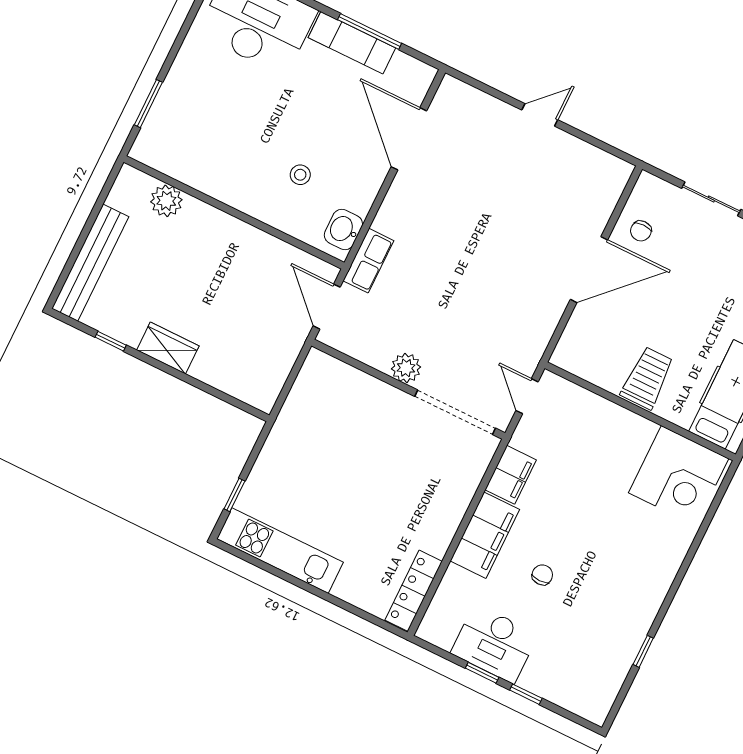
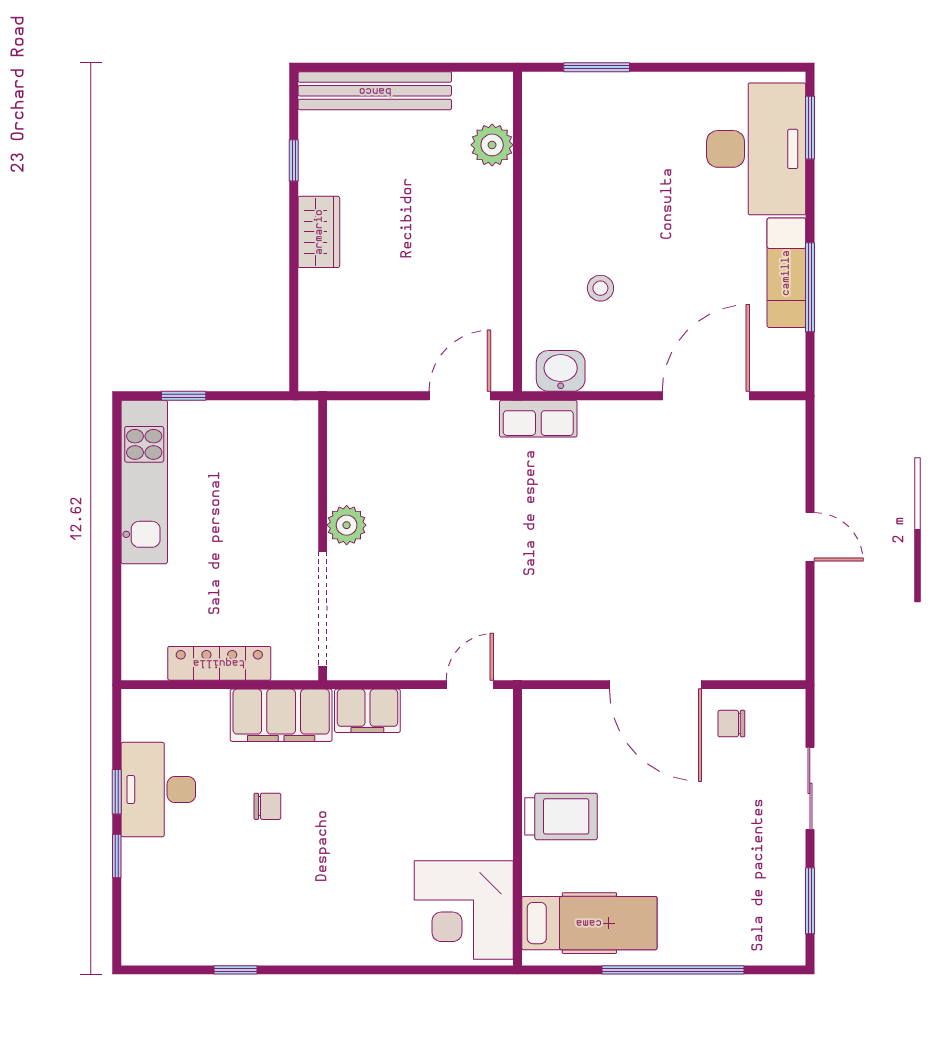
plant: (406, 368) -> (347, 525), moved
wall: (408, 389) -> (323, 540), moved
doorway: (455, 412) -> (323, 609), moved
locker: (414, 591) -> (219, 663), moved

